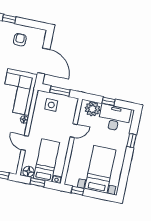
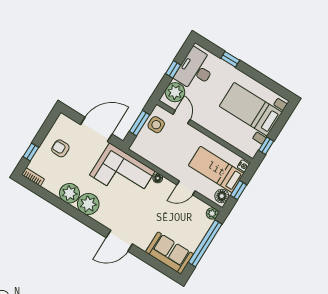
side table: (51, 105) -> (156, 125), moved
door: (74, 131) -> (182, 117), moved
plant: (13, 169) -> (212, 213), added

